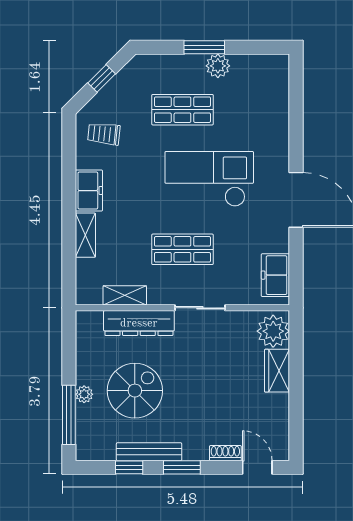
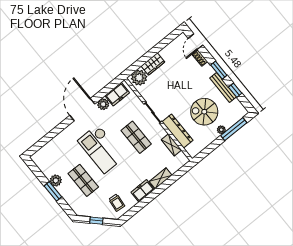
plant: (278, 240) -> (103, 104), added

